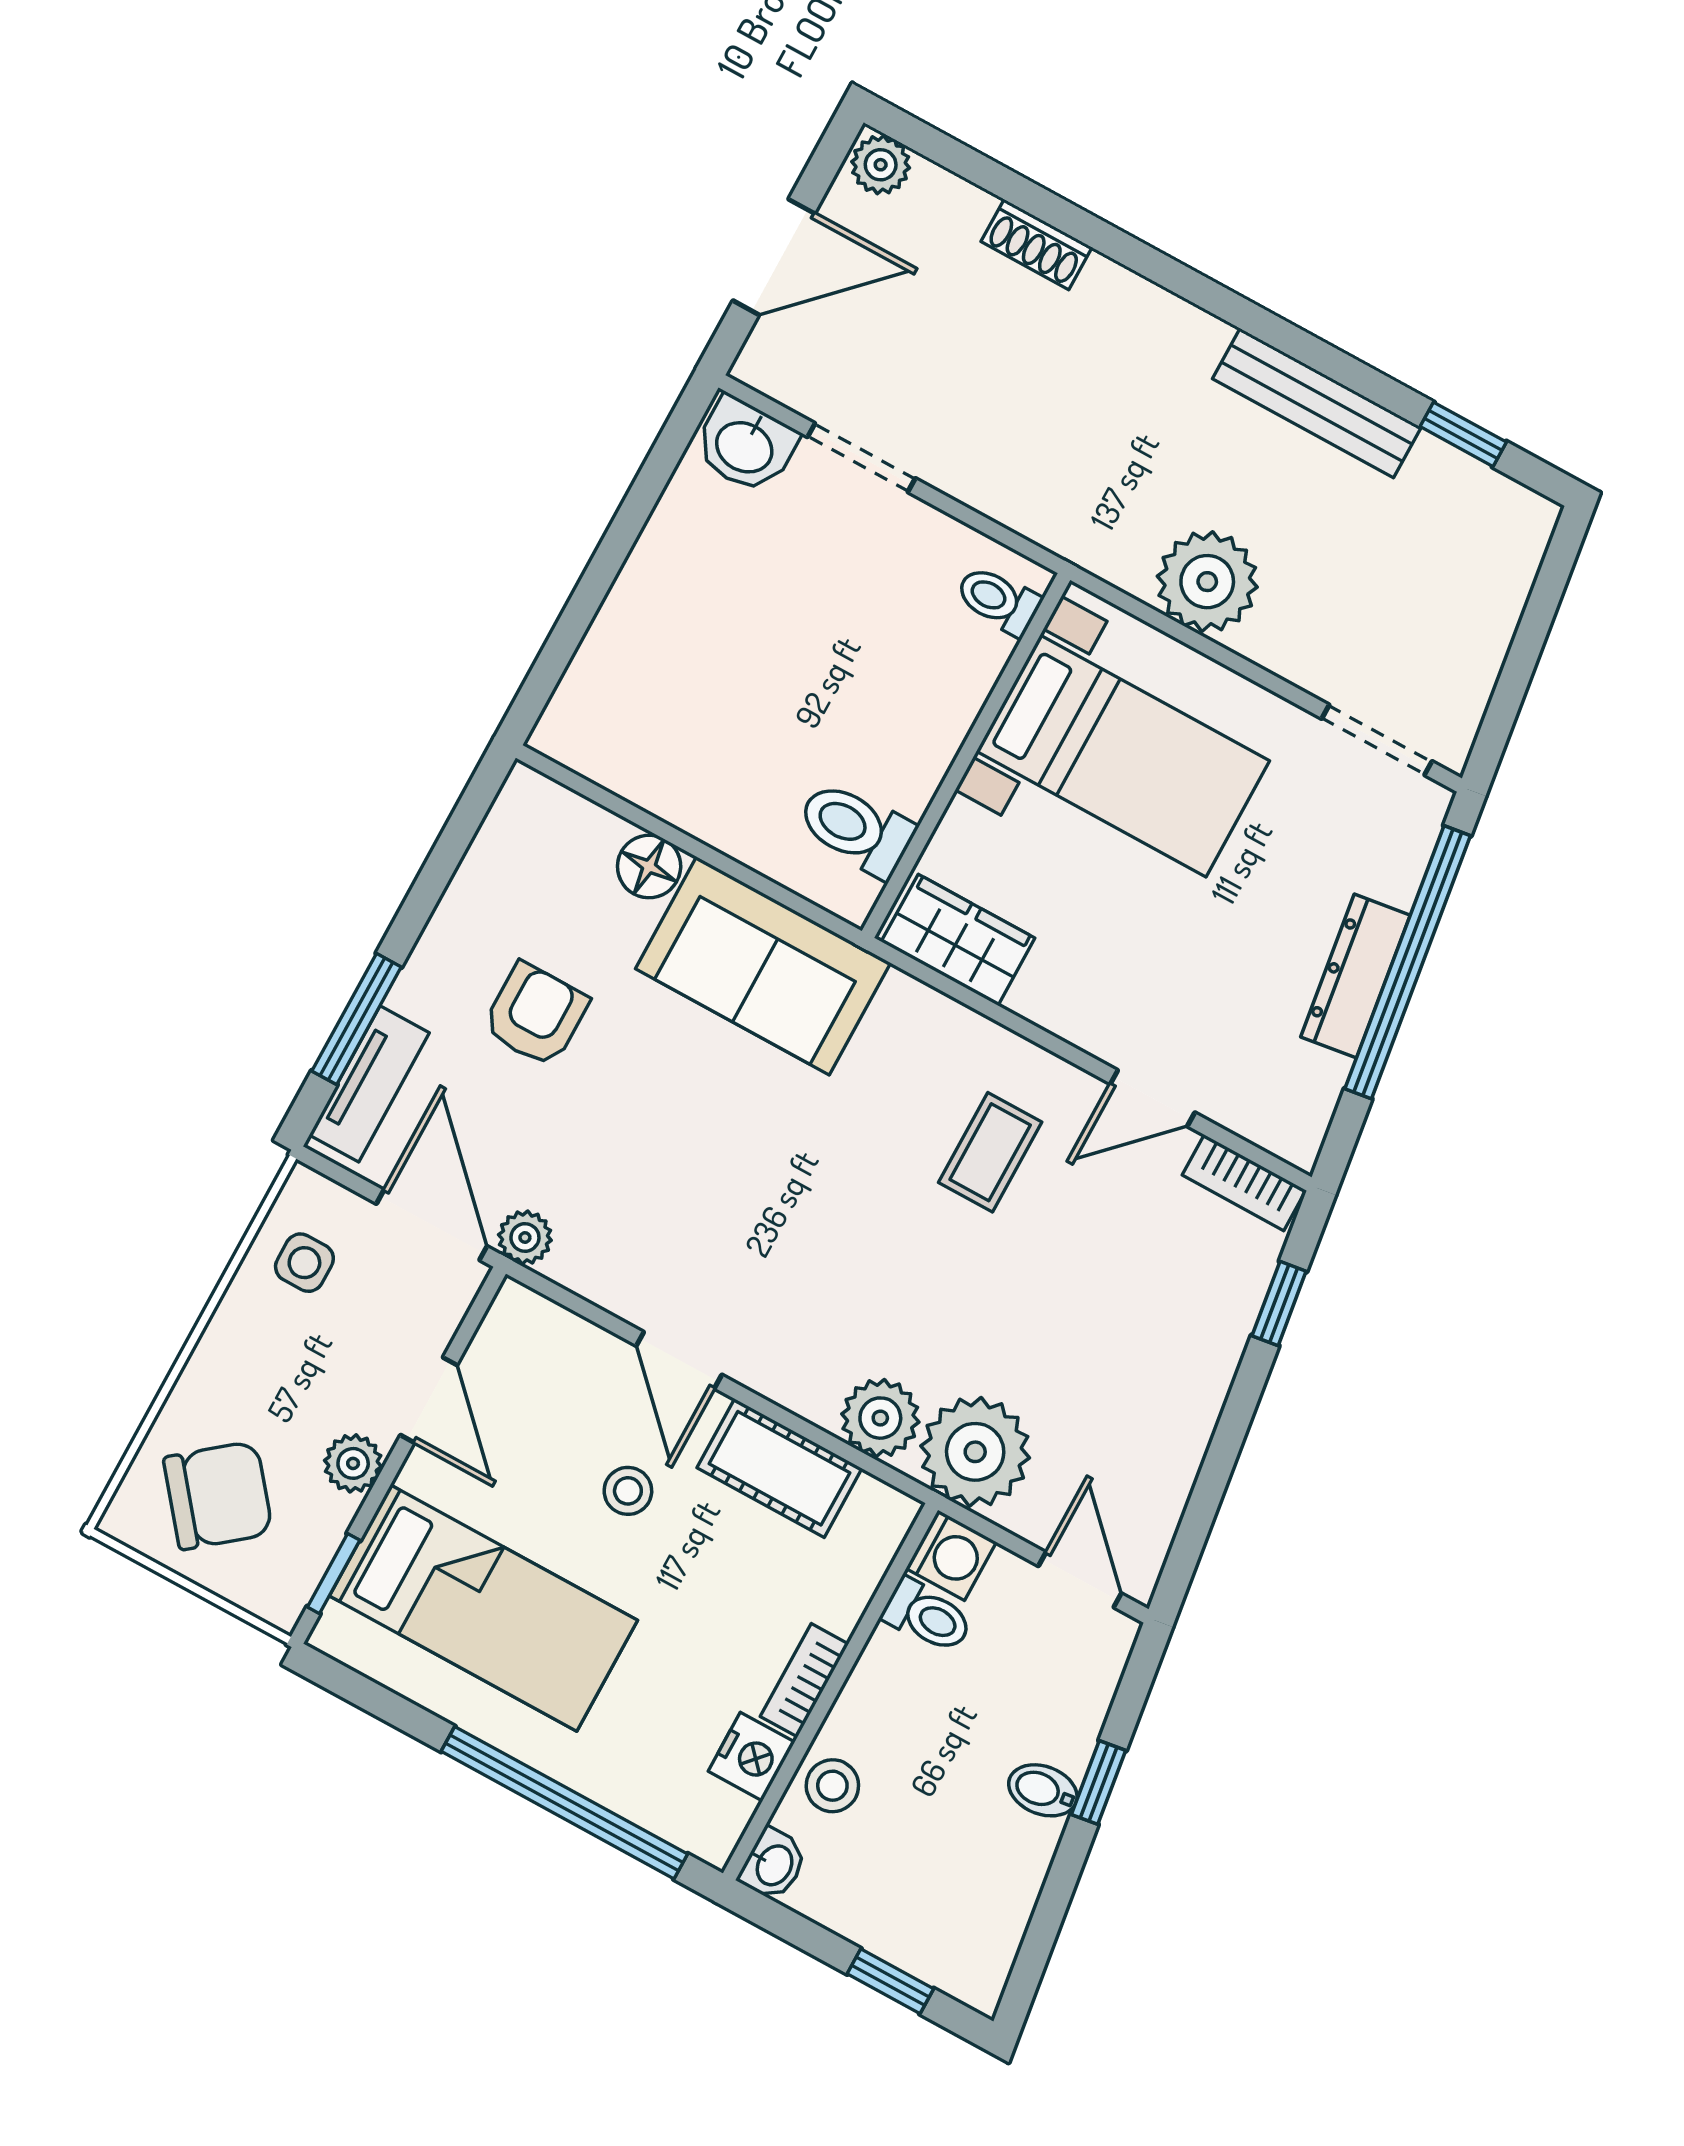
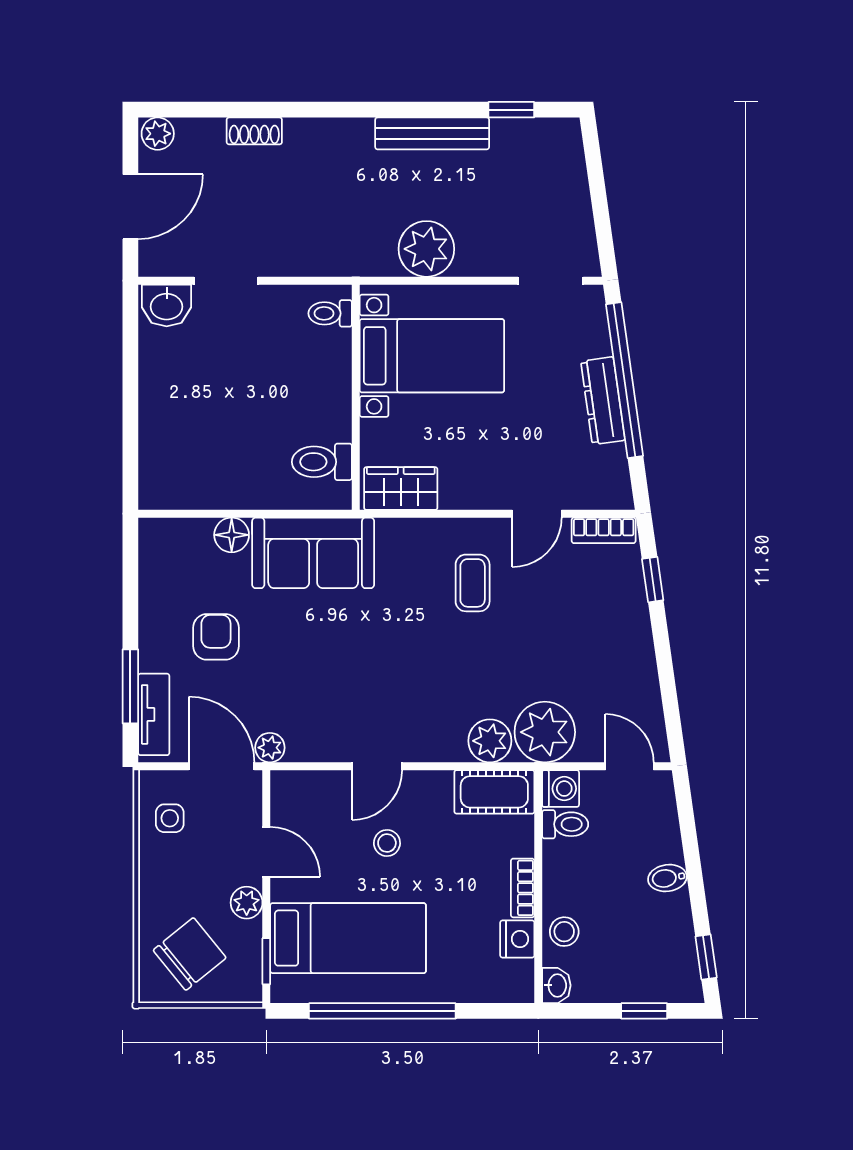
door: (679, 1360) -> (377, 766), hinge flipped
cot: (779, 1468) -> (494, 792), moved
window: (1099, 1783) -> (706, 957), moved
window: (564, 1803) -> (382, 1011), moved

